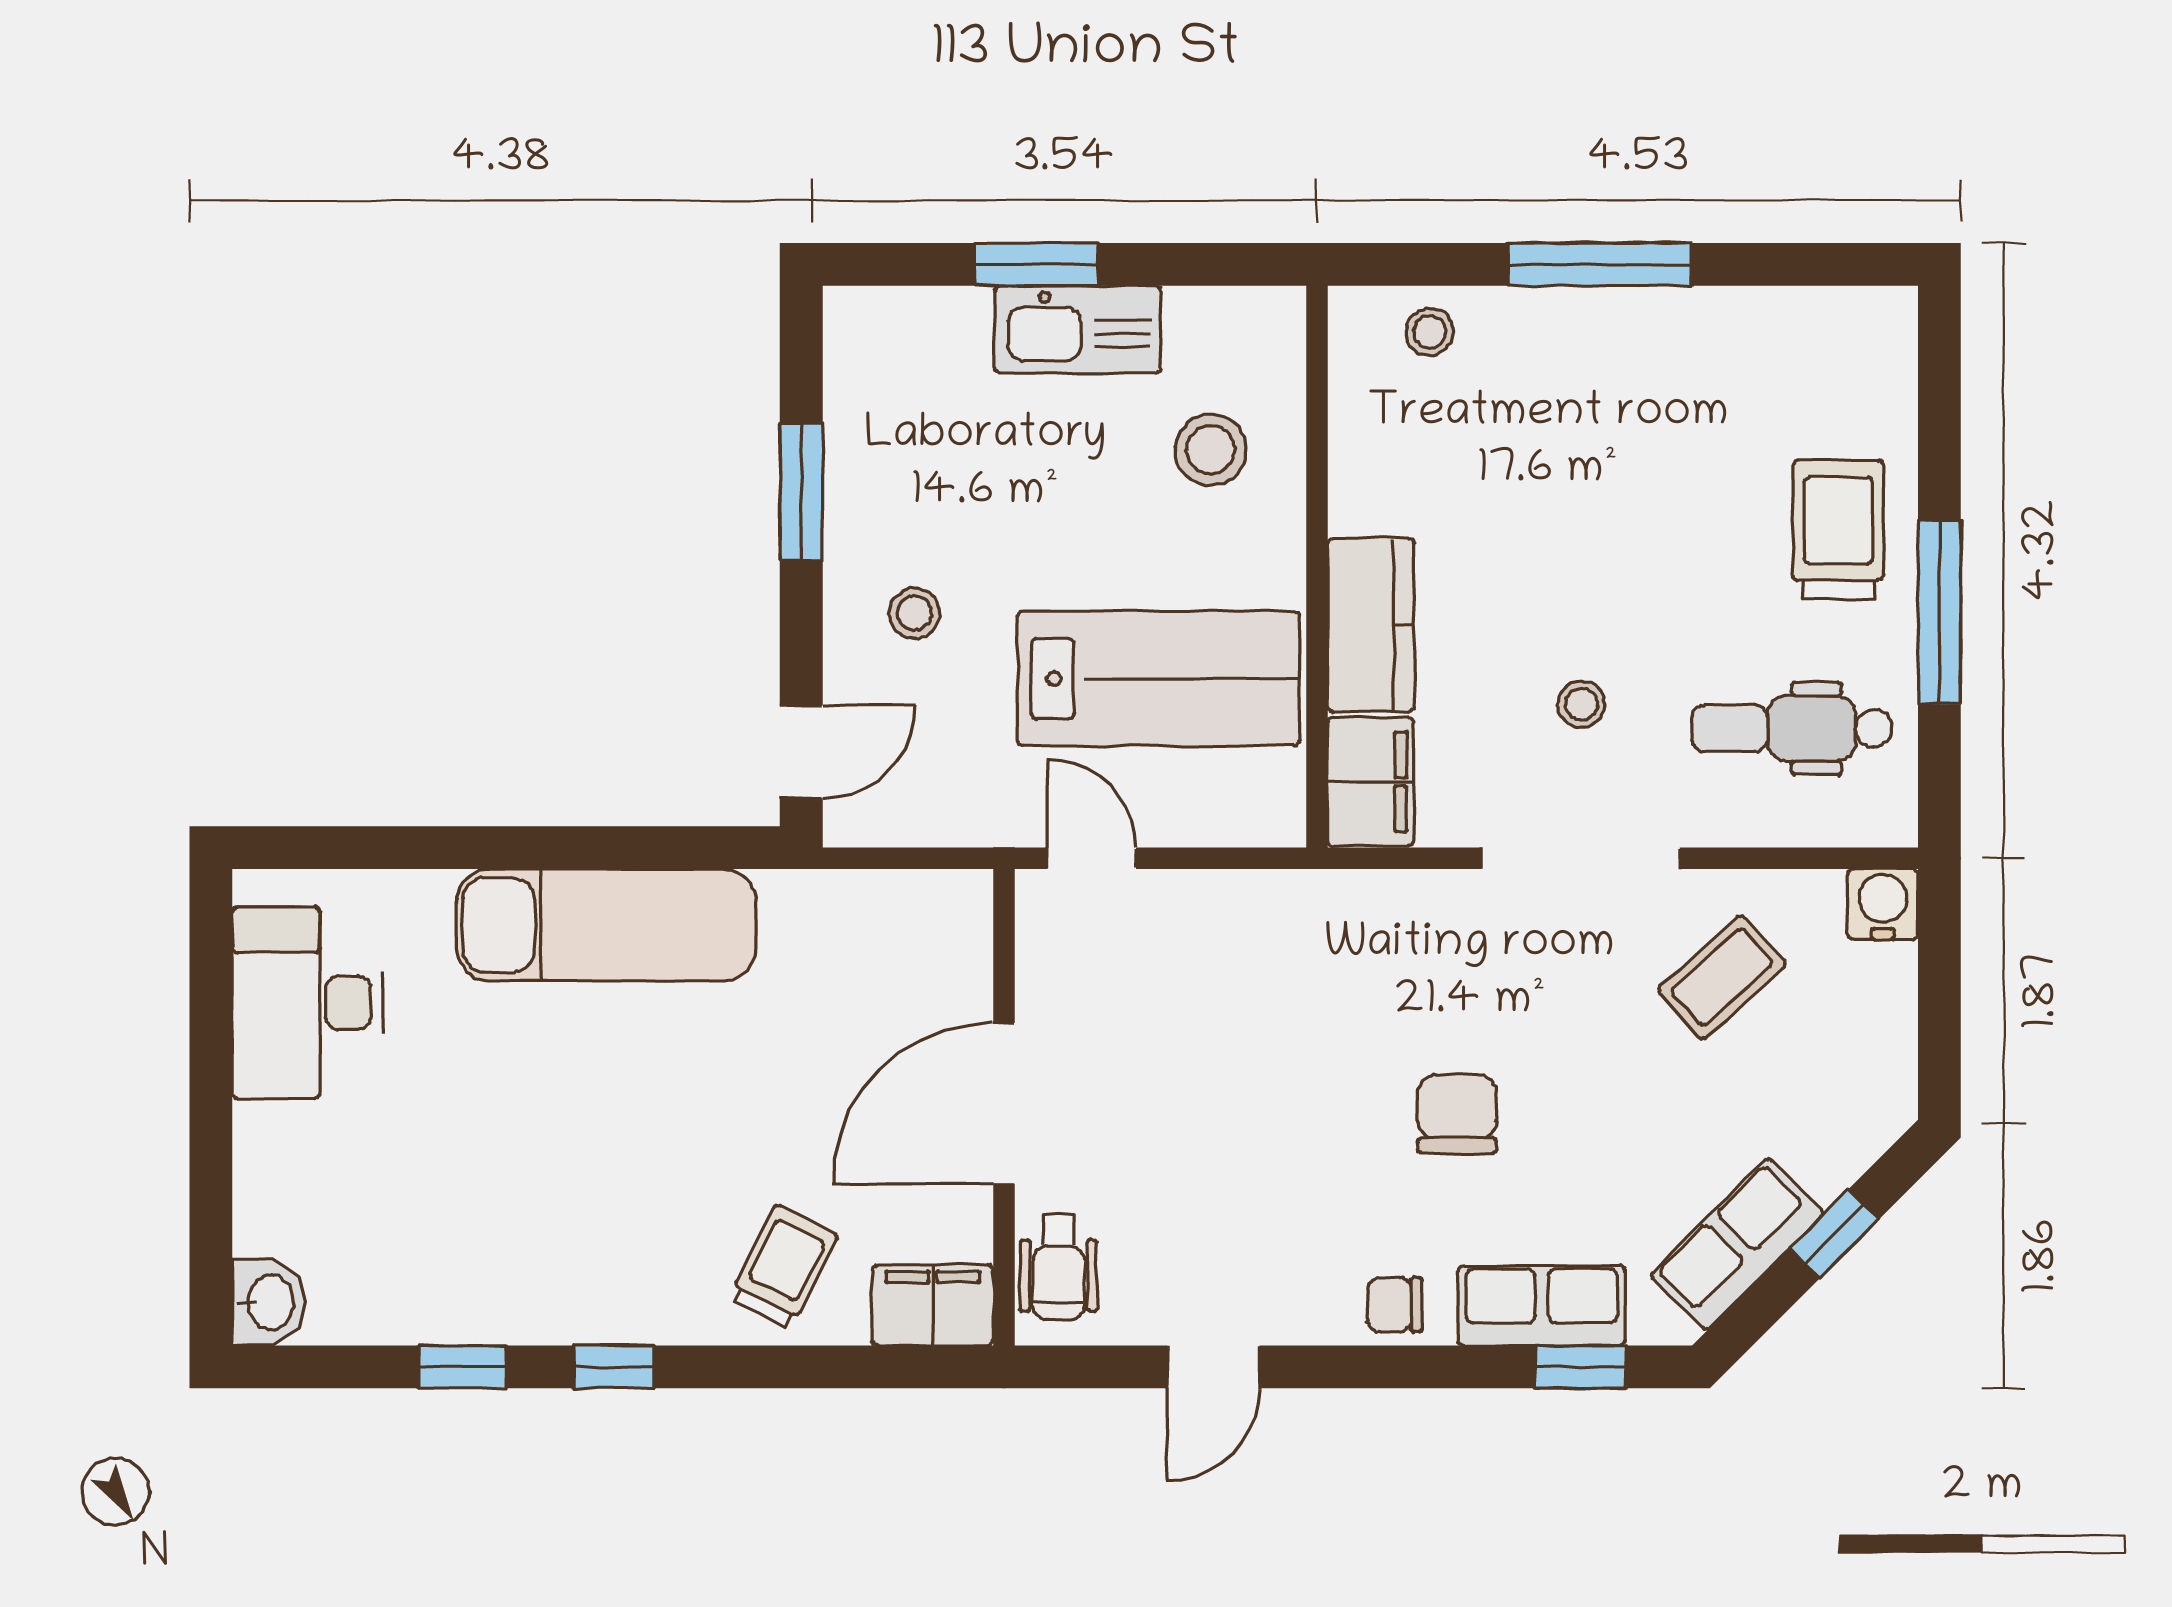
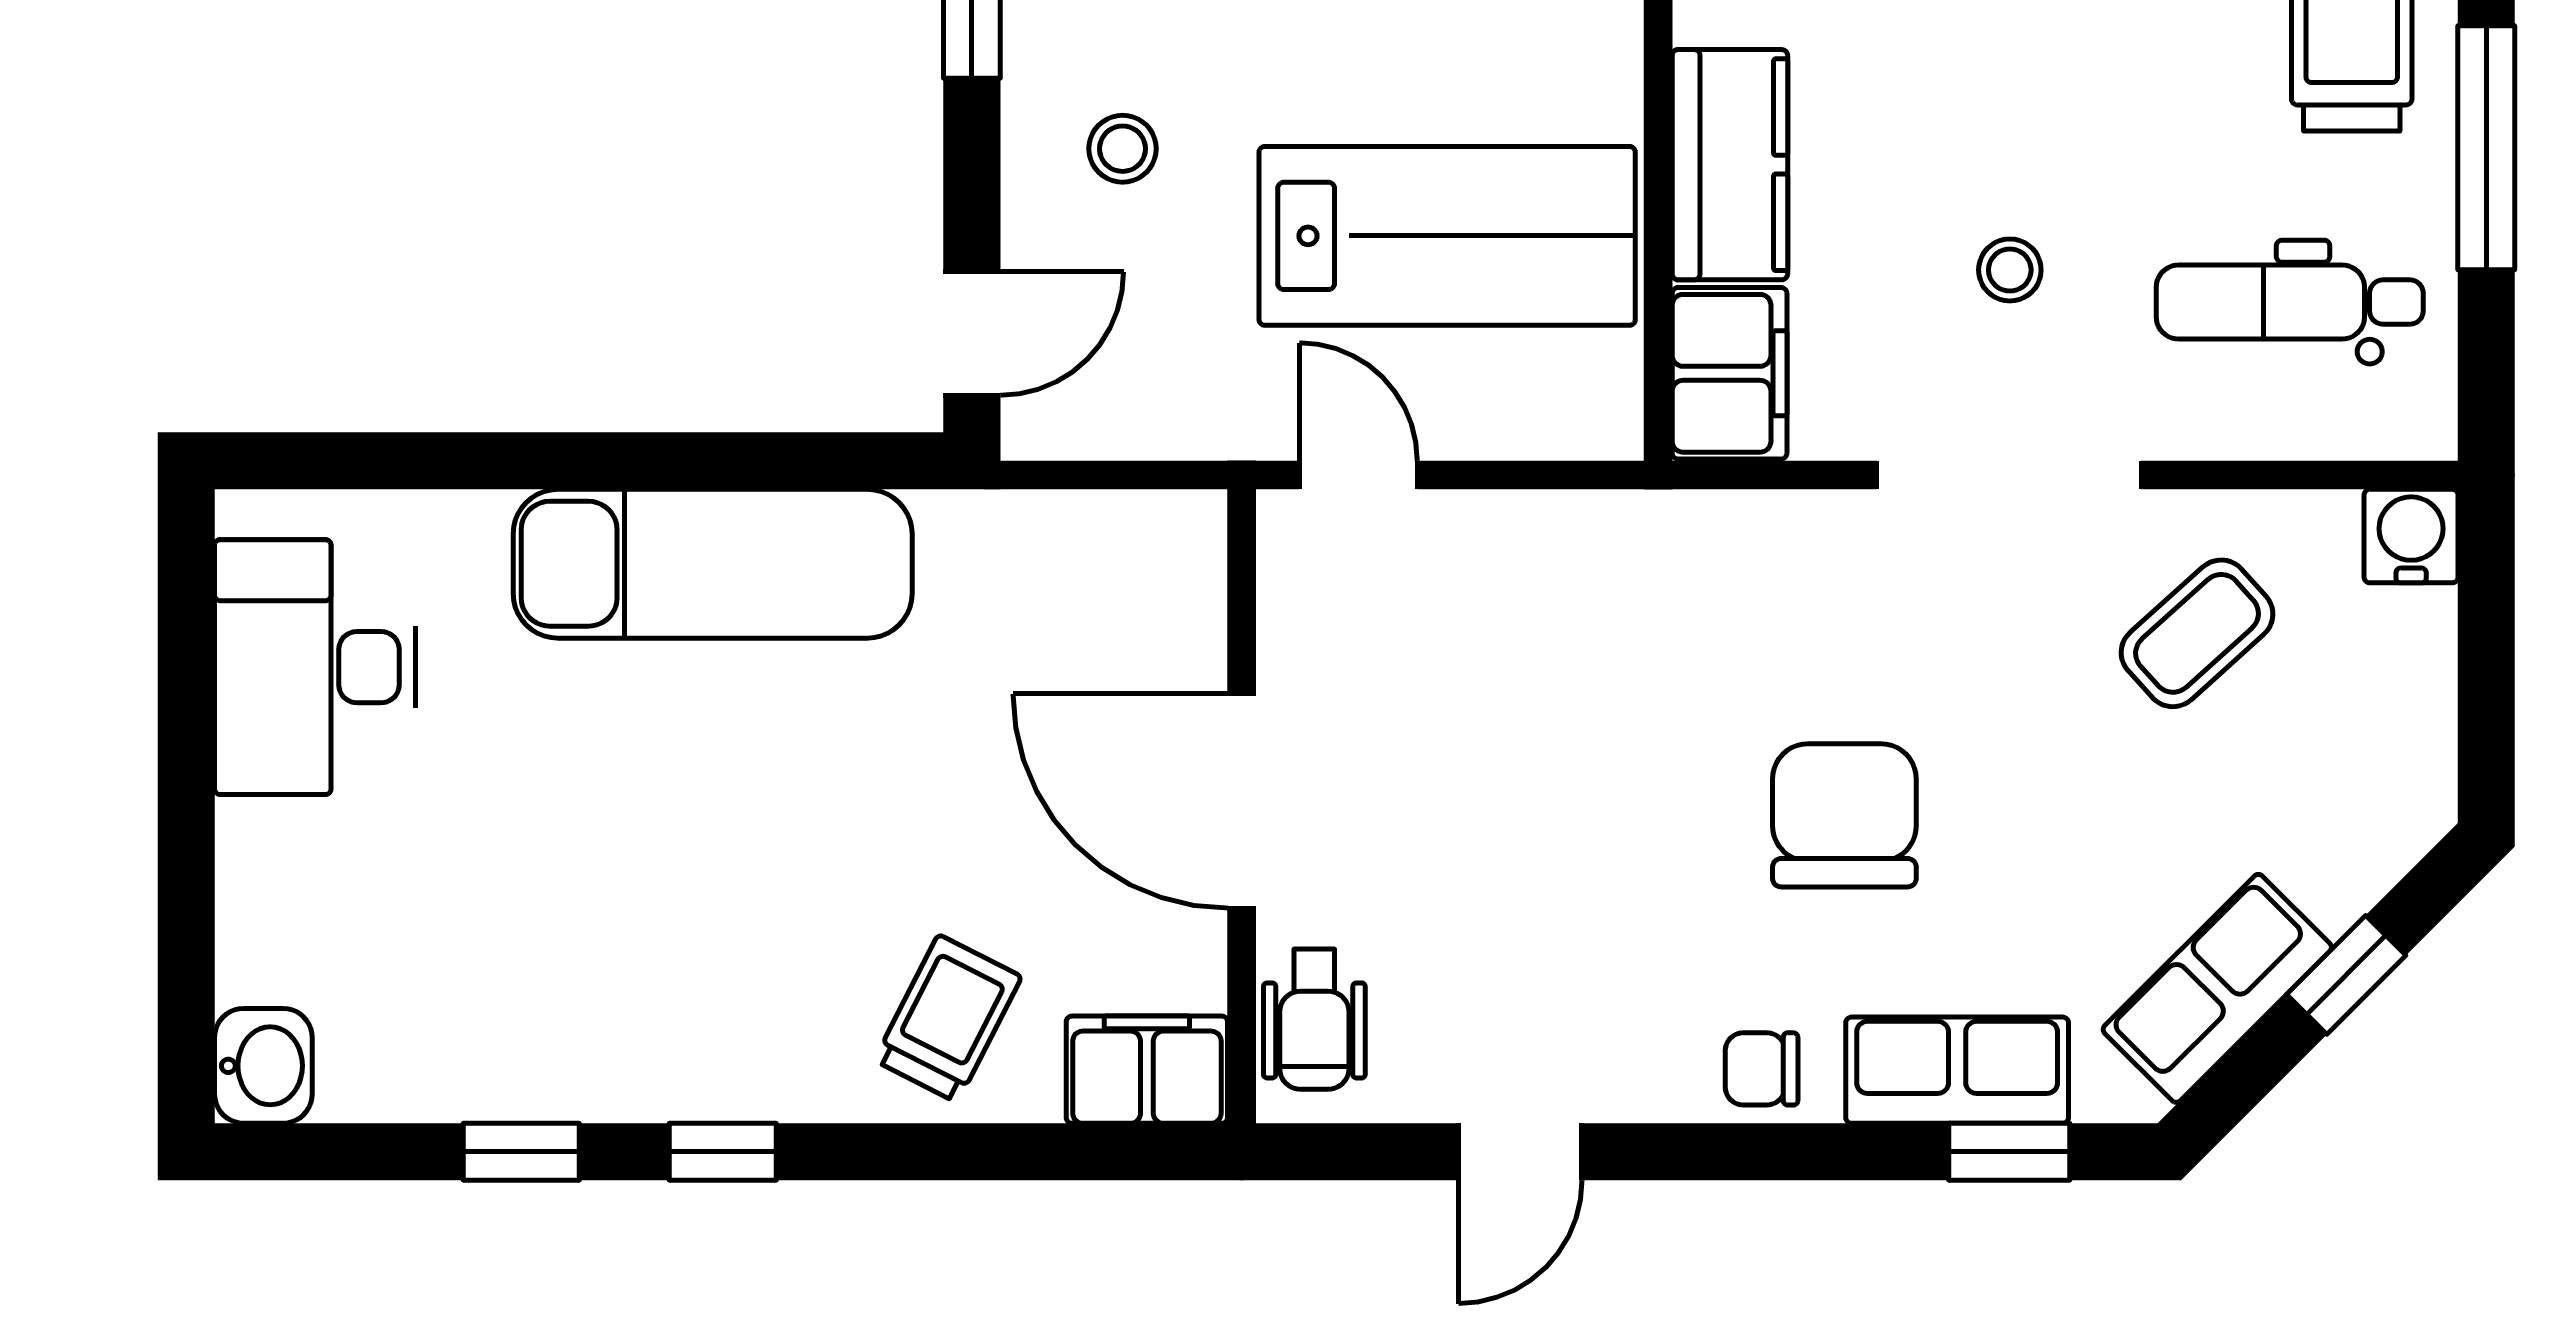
door: (1004, 1103) -> (1242, 801), hinge flipped
chair: (1457, 1114) -> (1844, 815), width x1.37, depth x1.37

